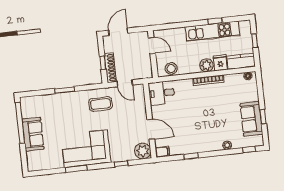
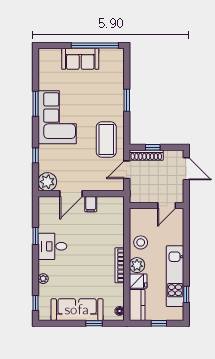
window: (215, 21) -> (186, 294), moved
stool: (171, 68) -> (141, 242), moved
desk: (162, 93) -> (52, 246), moved, turned -90
coffee table: (100, 104) -> (106, 140), width x1.36, depth x1.32
window: (263, 117) -> (94, 323), moved
sofa: (251, 119) -> (77, 310), width x1.36
filing cabinet: (162, 152) -> (91, 204), moved

